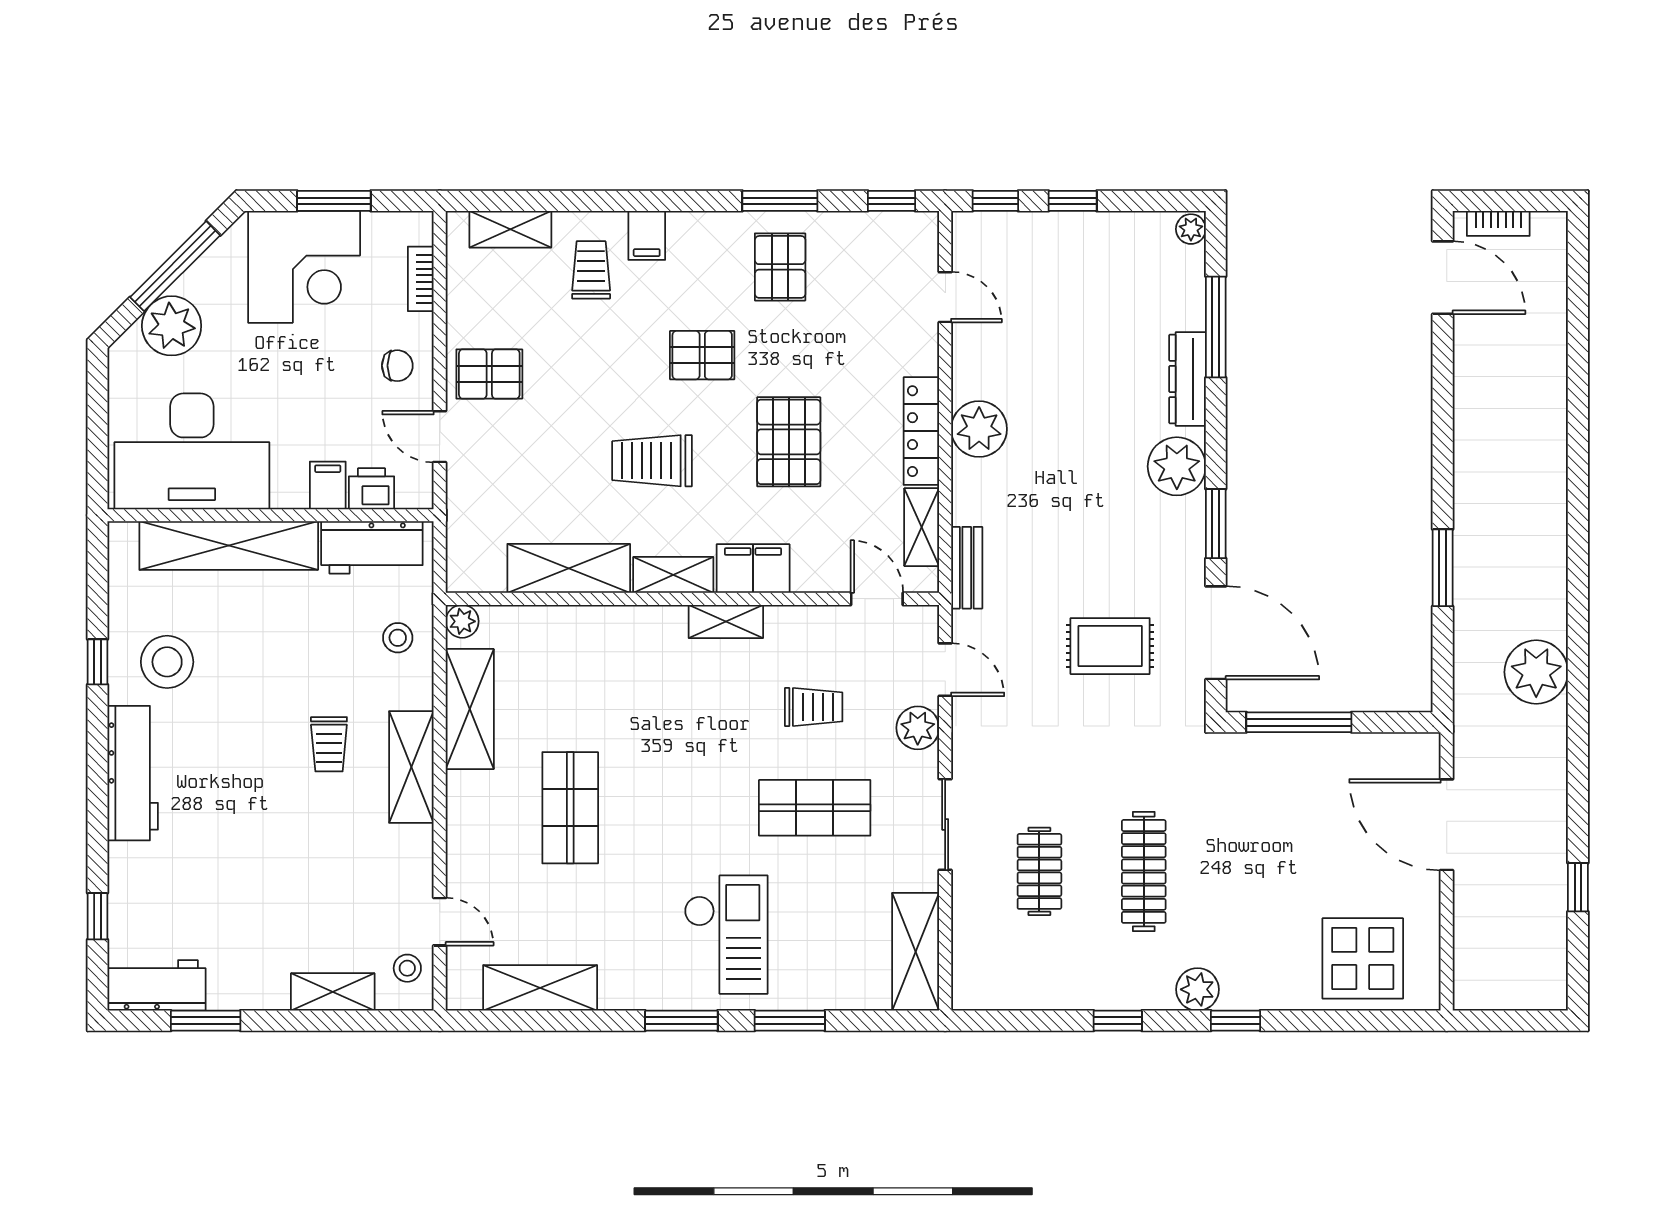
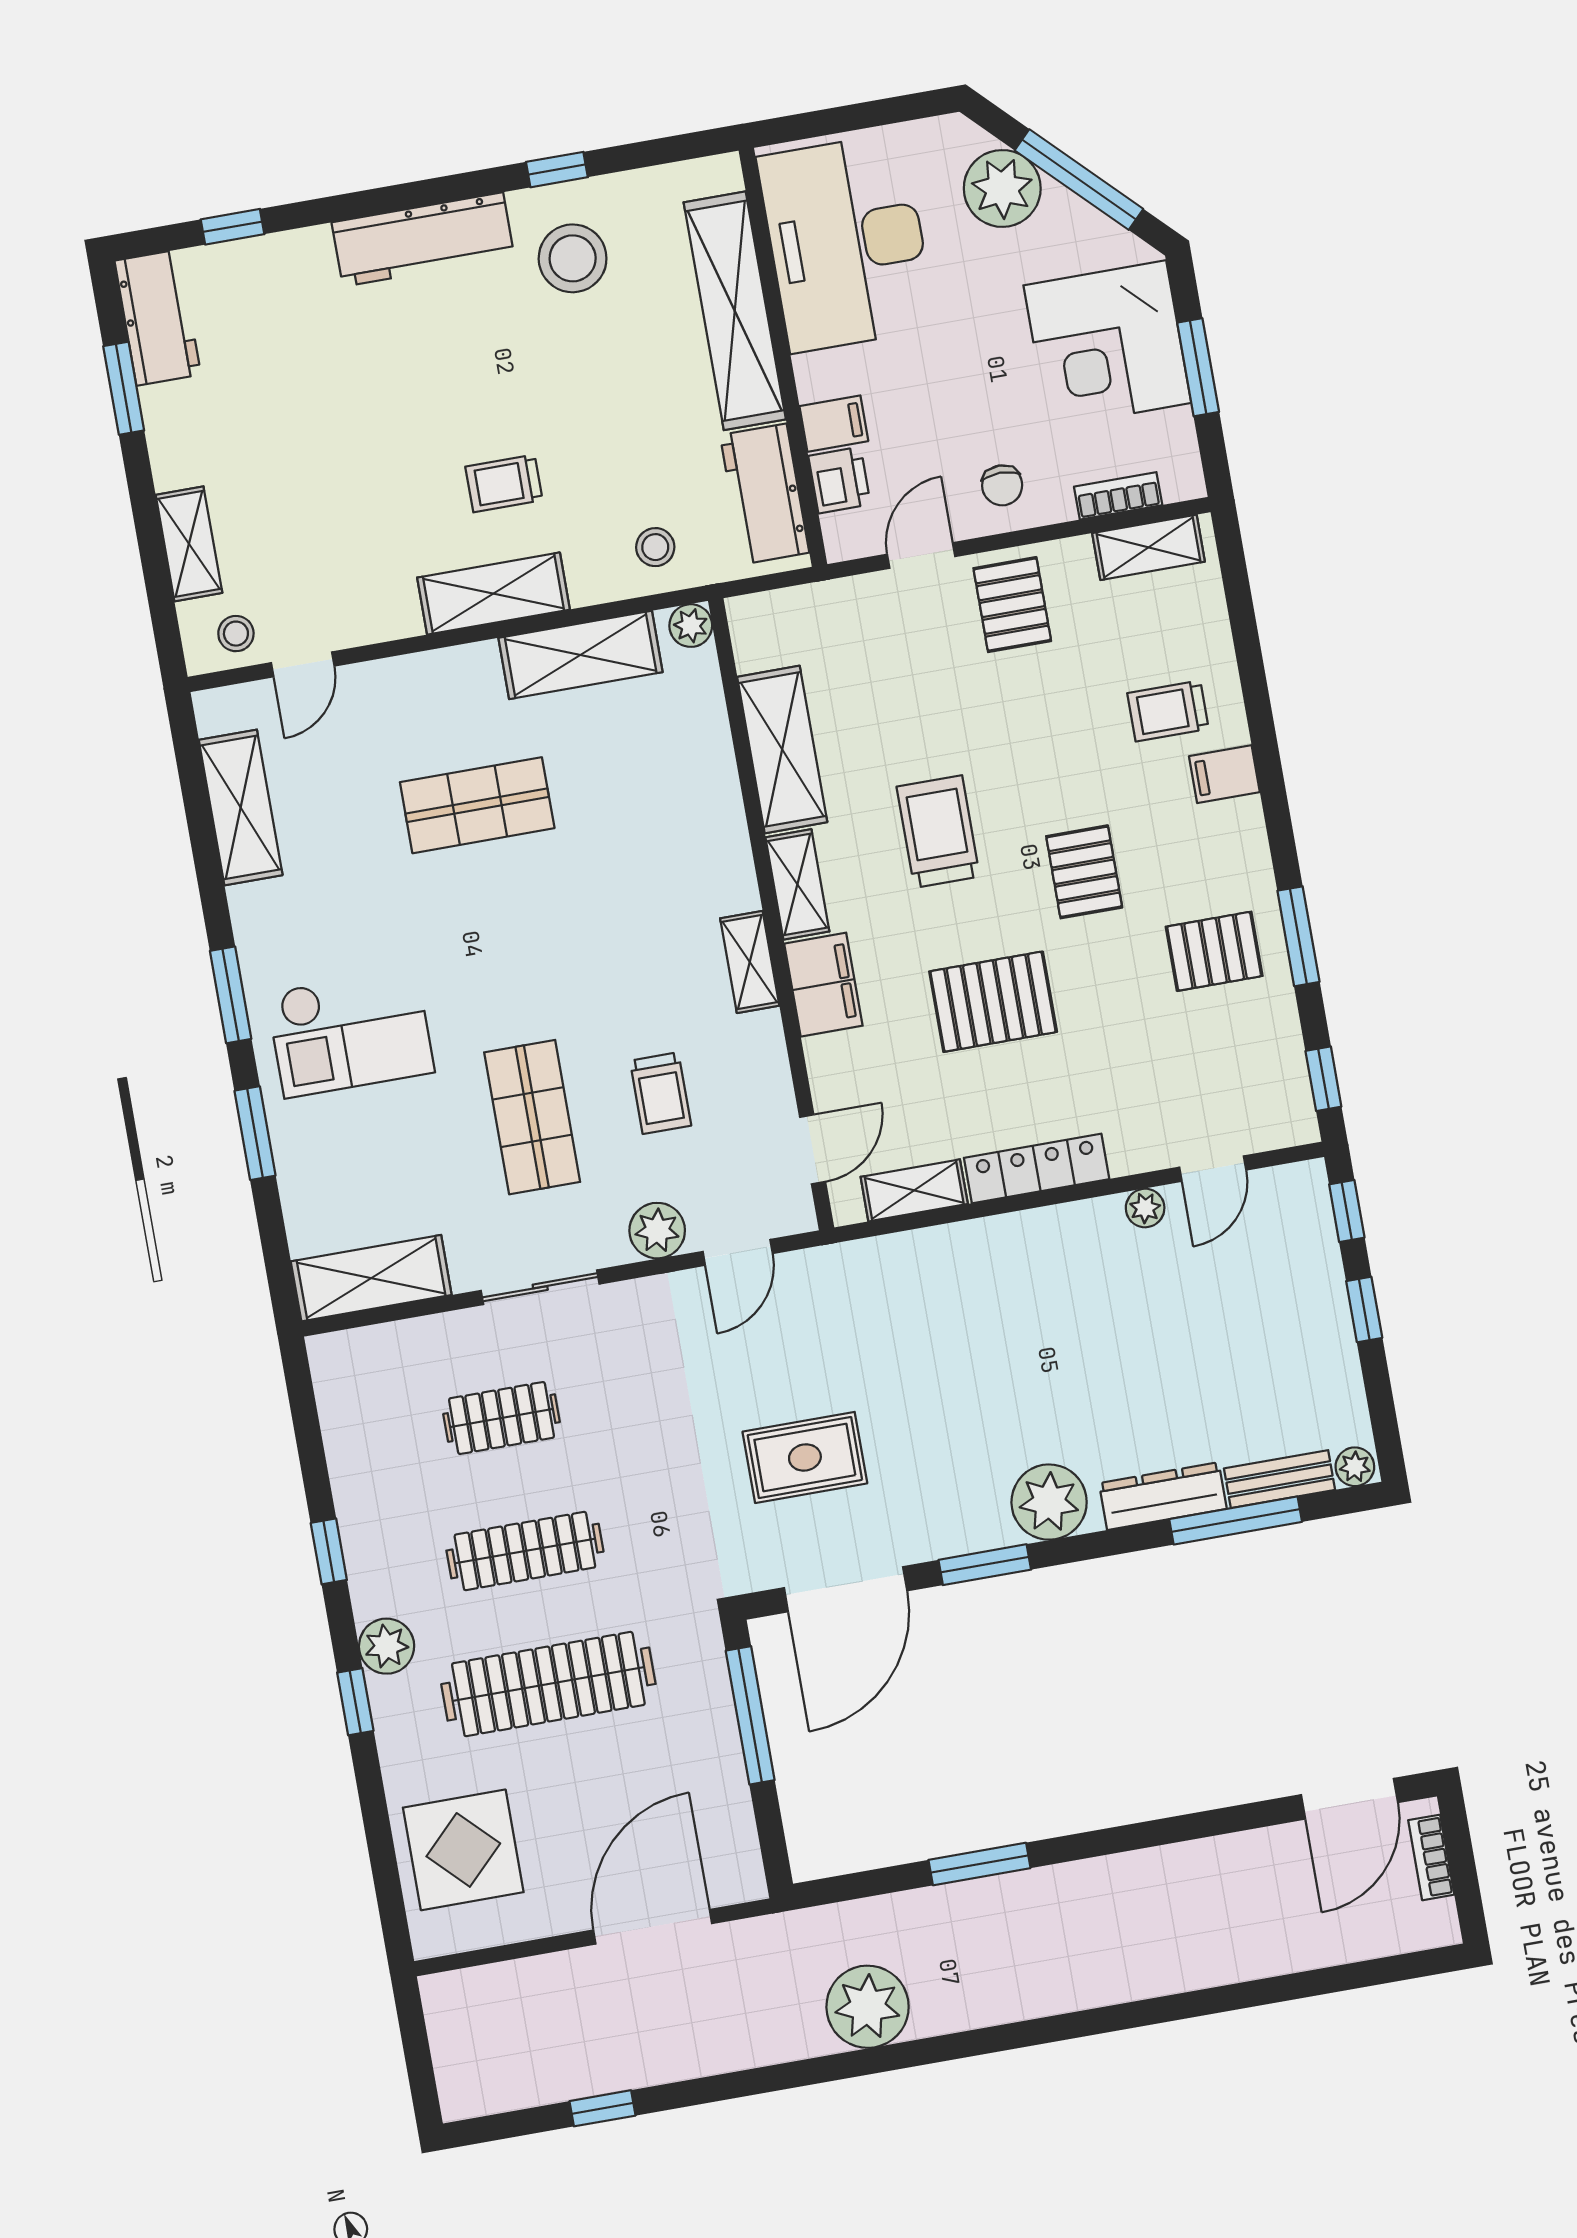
shelving: (510, 229) -> (1148, 547), moved, turned 90
trolley: (591, 270) -> (1168, 711), turned 180
plant: (979, 429) -> (1145, 1208), moved, width x0.53, depth x0.53
bench: (967, 568) -> (1280, 1479), moved
rug: (1110, 646) -> (805, 1457), turned 90
clothes rail: (1248, 871) -> (548, 1684), added

